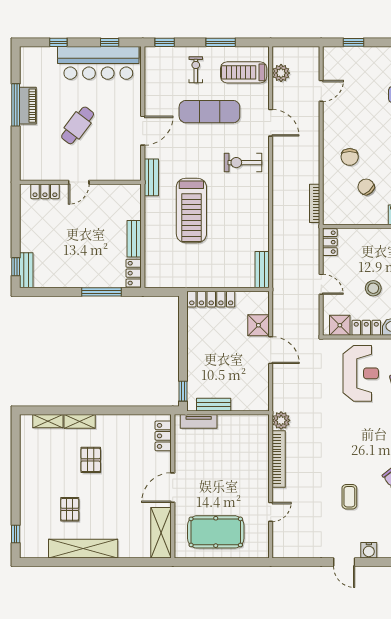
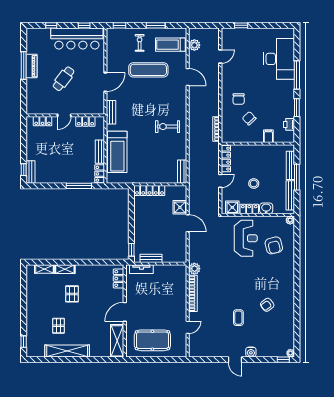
exercise bike: (243, 163) -> (167, 127), moved
locker: (112, 192) -> (85, 121), added
treadmill: (191, 211) -> (117, 152), moved
locker: (330, 242) -> (226, 159), width x1.53
door: (321, 284) -> (220, 181), hinge flipped

